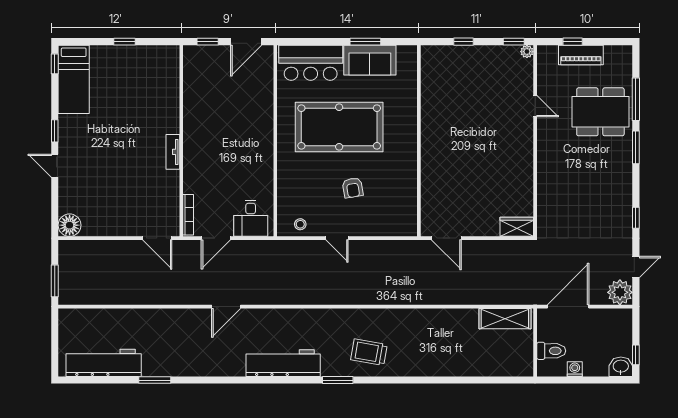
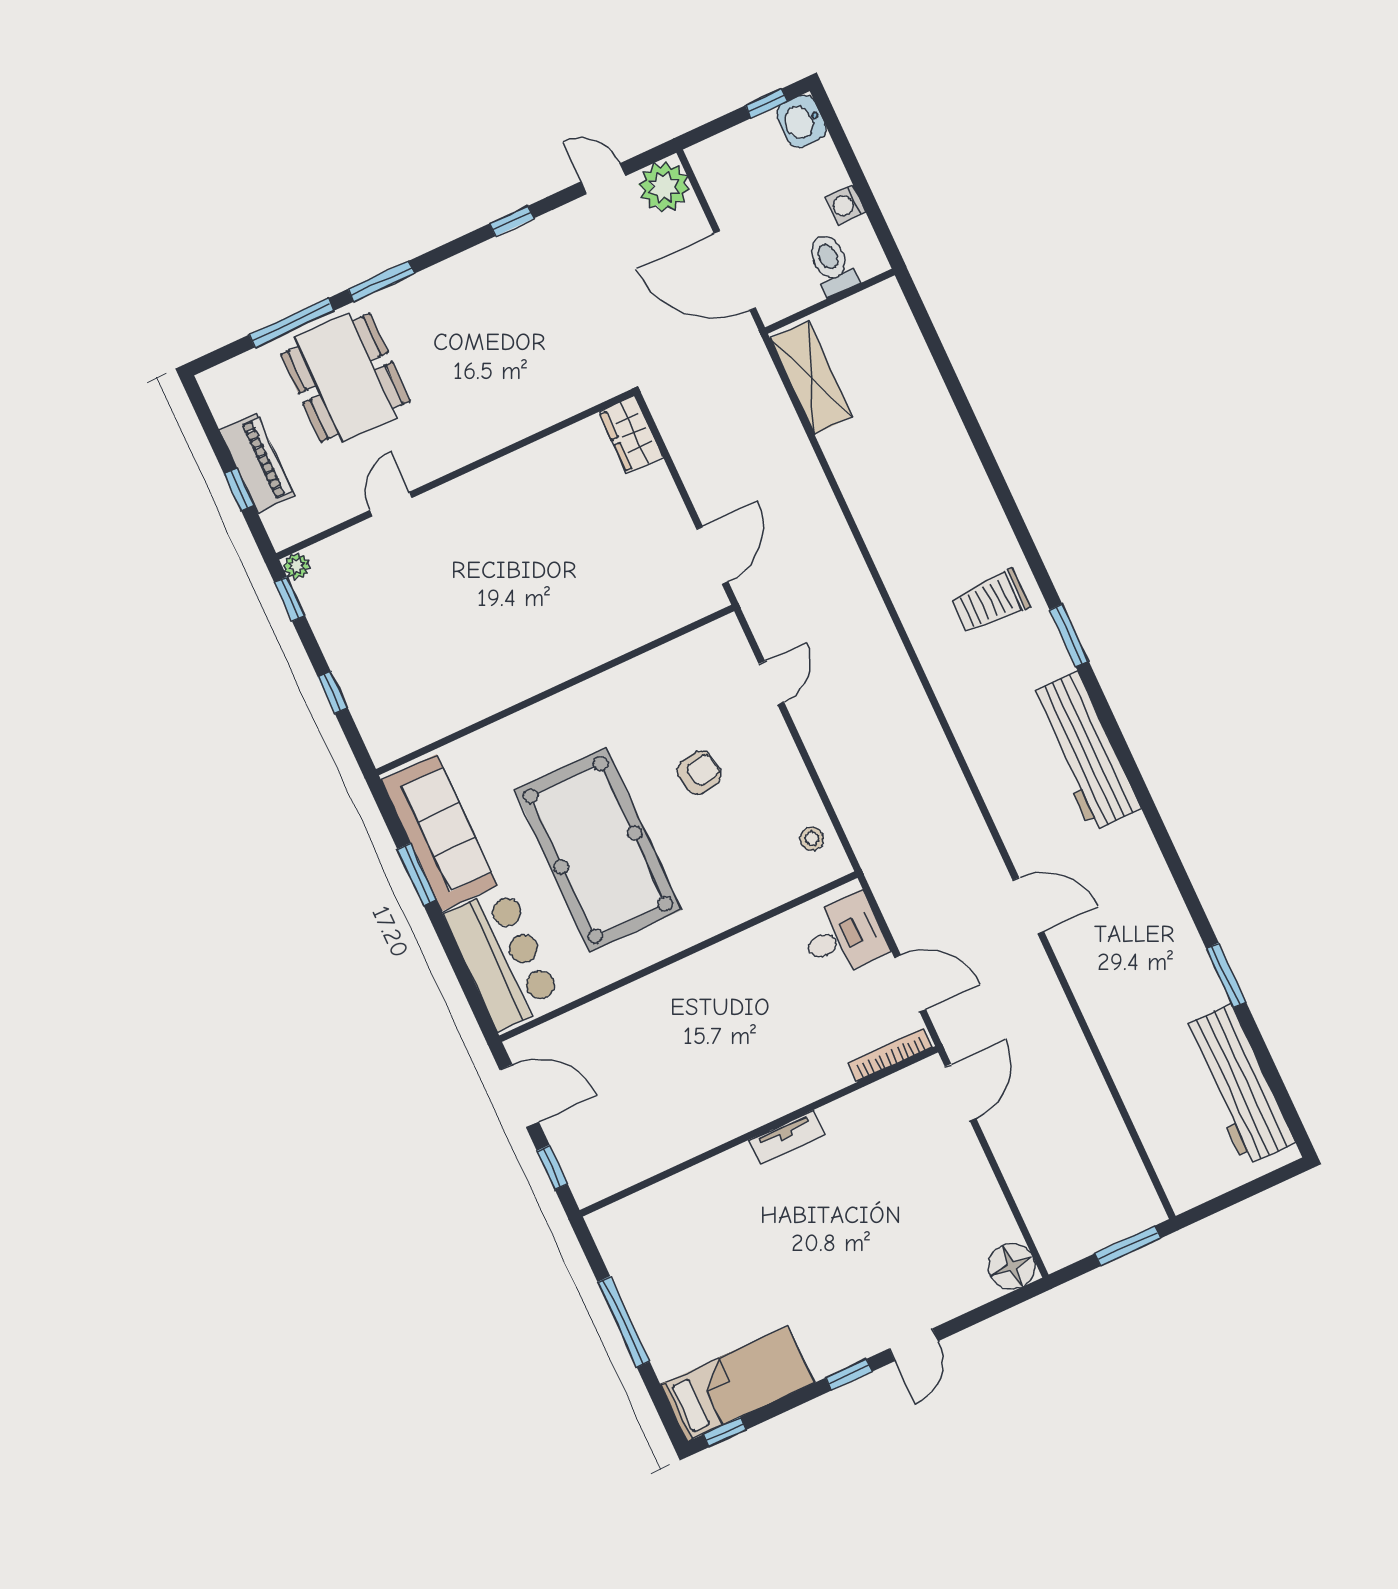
window: (124, 42) -> (624, 1322), width x2.17
sofa: (370, 60) -> (439, 833), width x1.36
door: (337, 238) -> (771, 683), moved
trolley: (369, 352) -> (990, 601), turned 80

